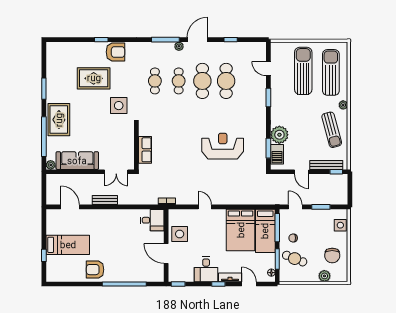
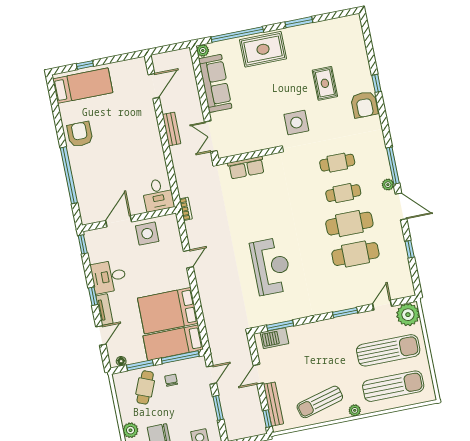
rug: (94, 78) -> (325, 83), width x0.73, depth x0.70
plant: (279, 135) -> (408, 315), moved
bed: (68, 245) -> (83, 86), moved, turned -90

